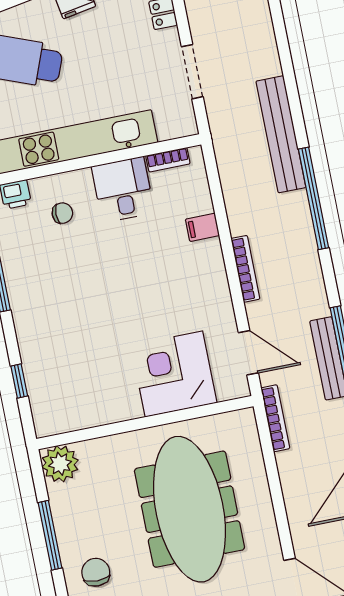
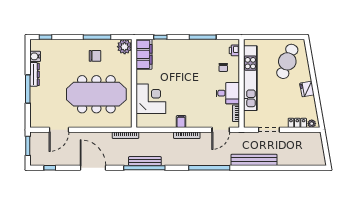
bench: (281, 134) -> (254, 160), moved
filing cabinet: (202, 227) -> (181, 122), moved
door: (248, 353) -> (221, 130), moved
filing cabinet: (69, 412) -> (144, 54), added
chair: (96, 572) -> (95, 56), moved

